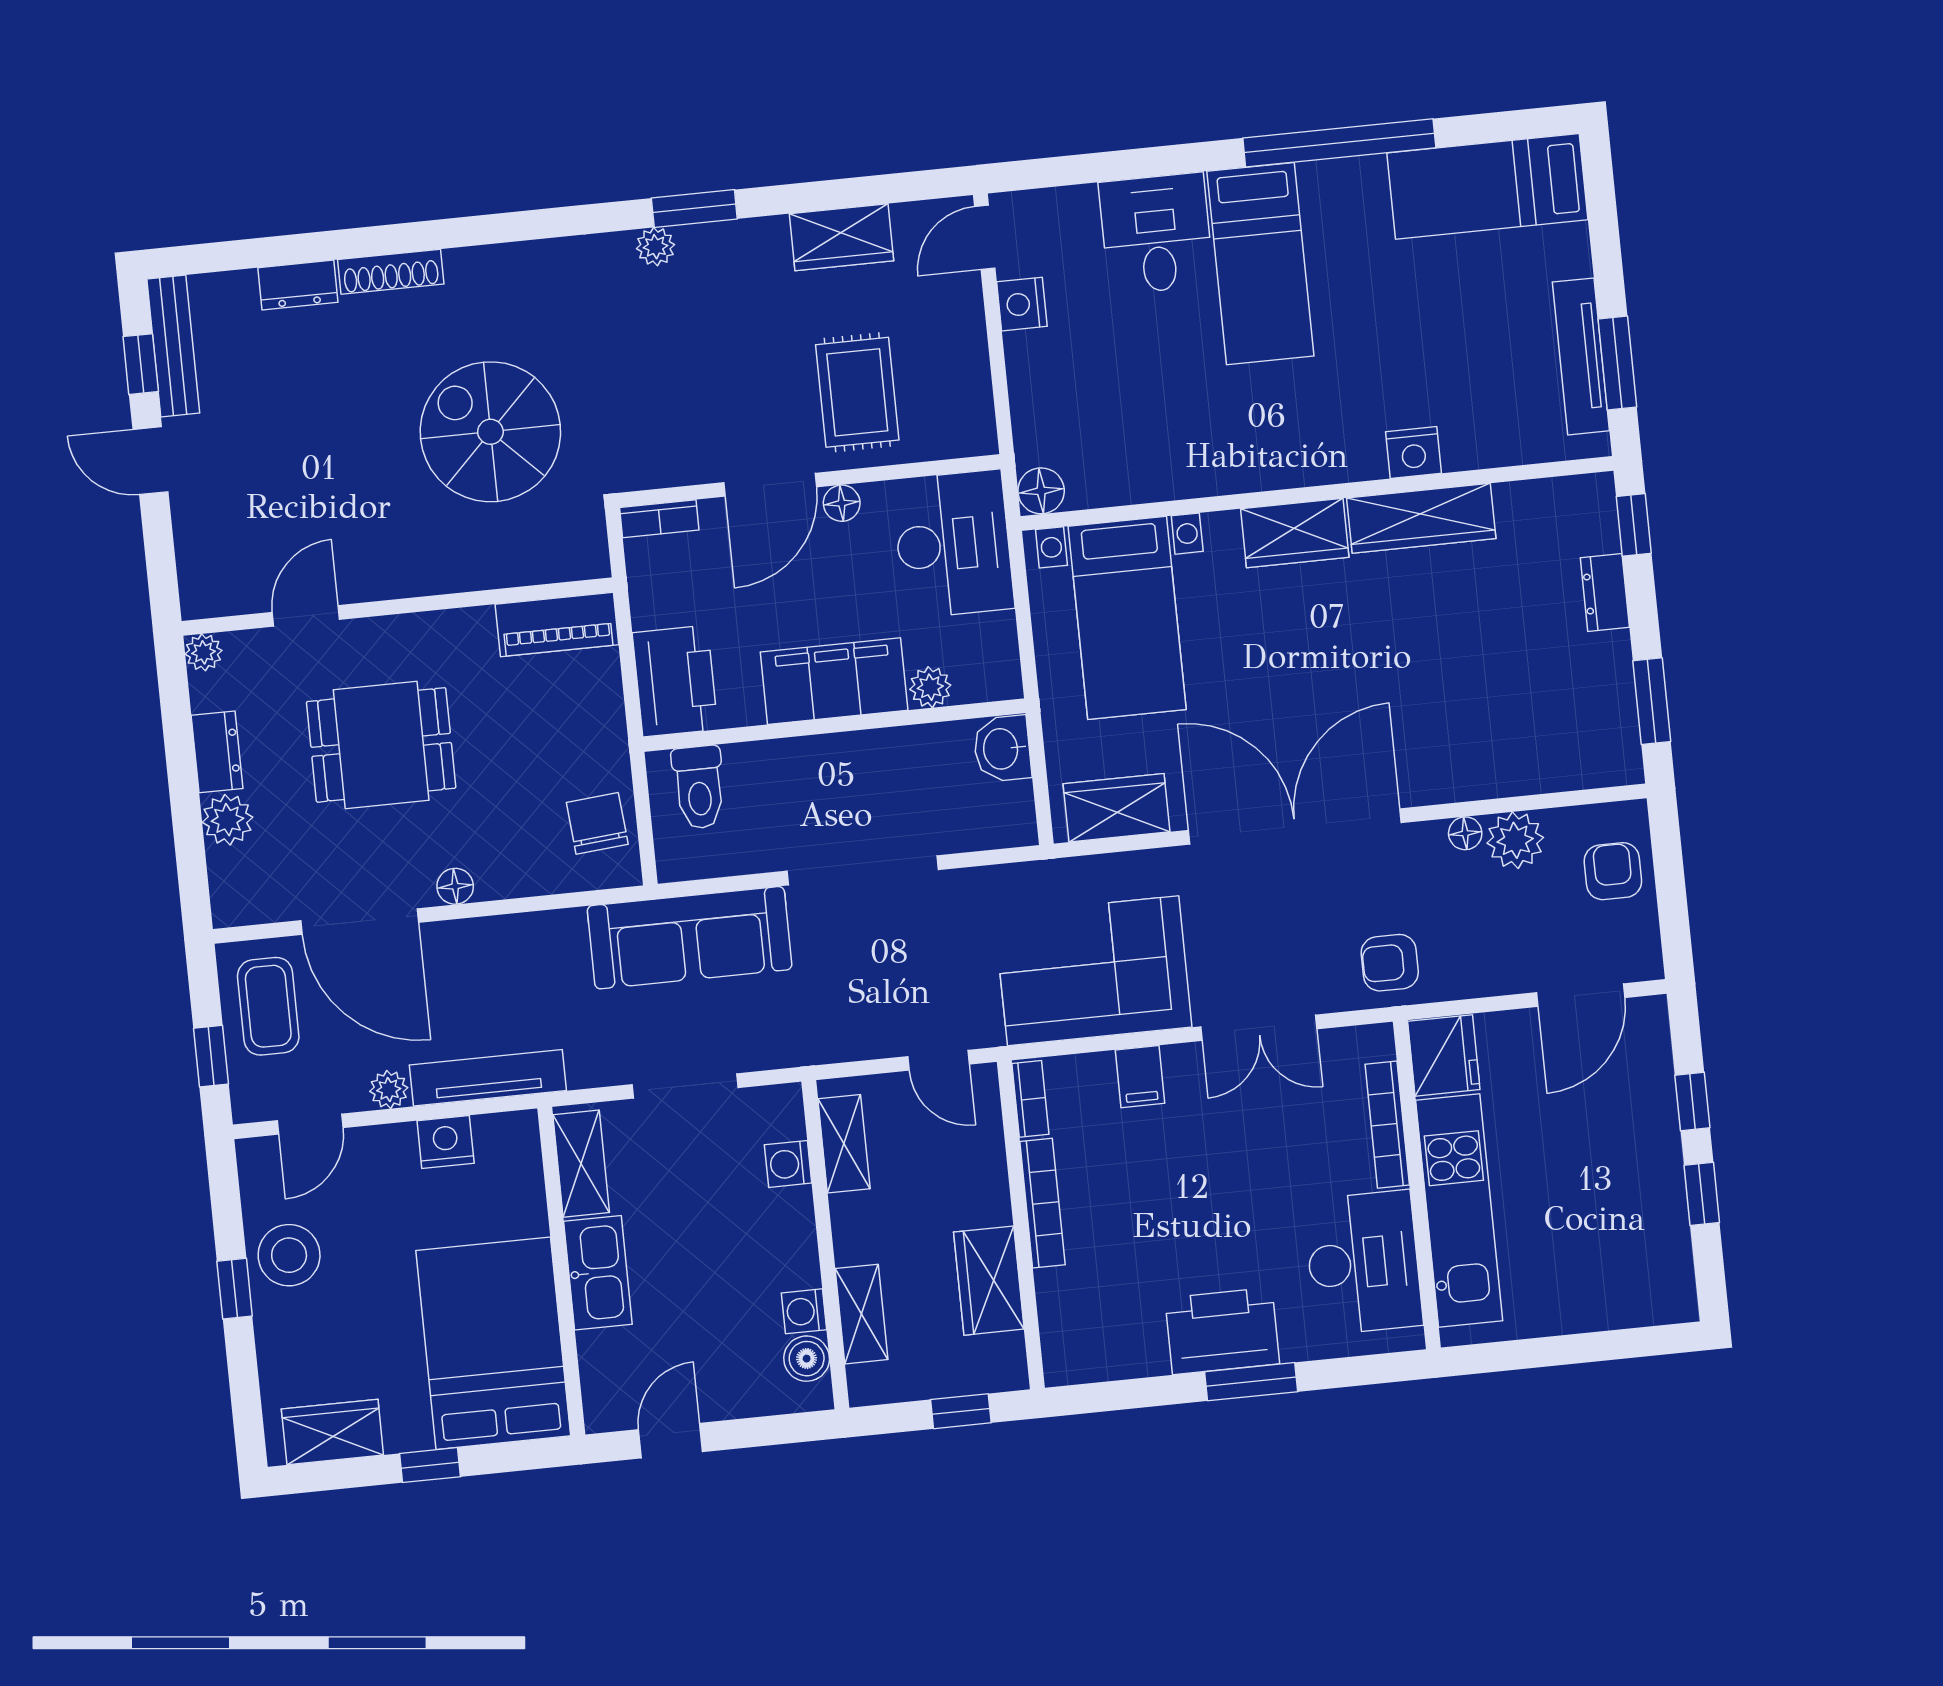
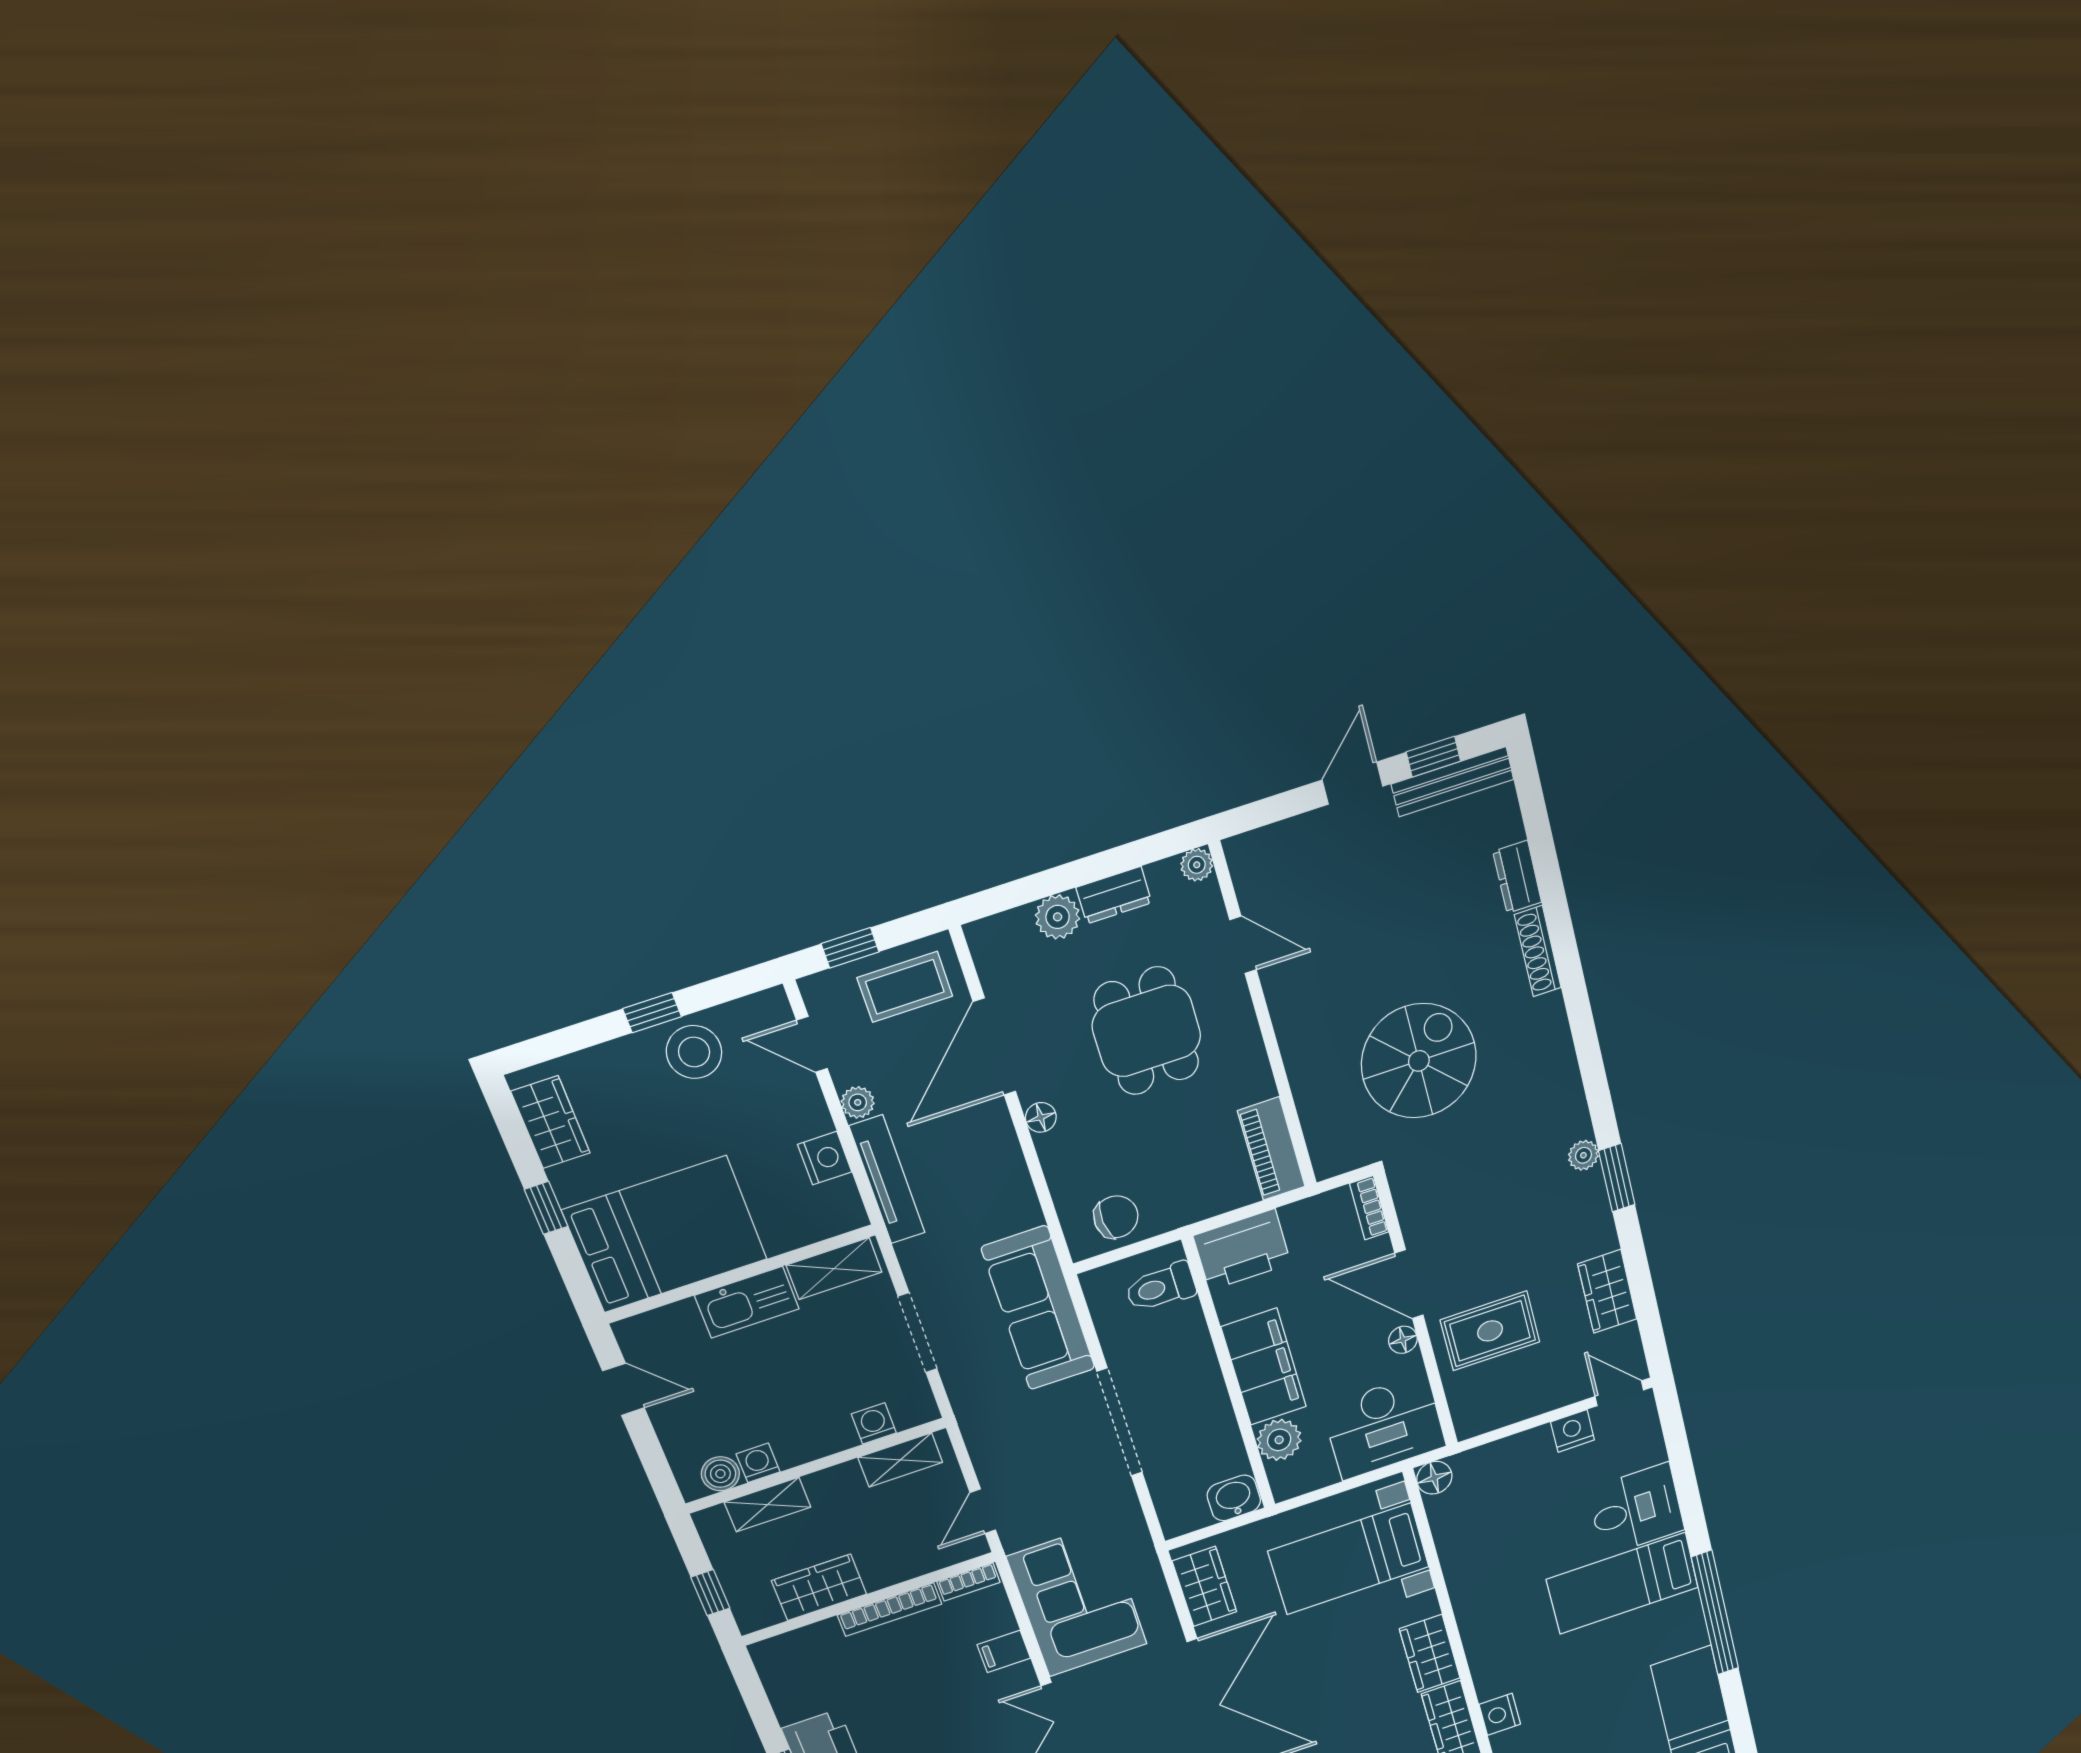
plant: (930, 687) -> (1279, 1440), width x1.38, depth x1.38

